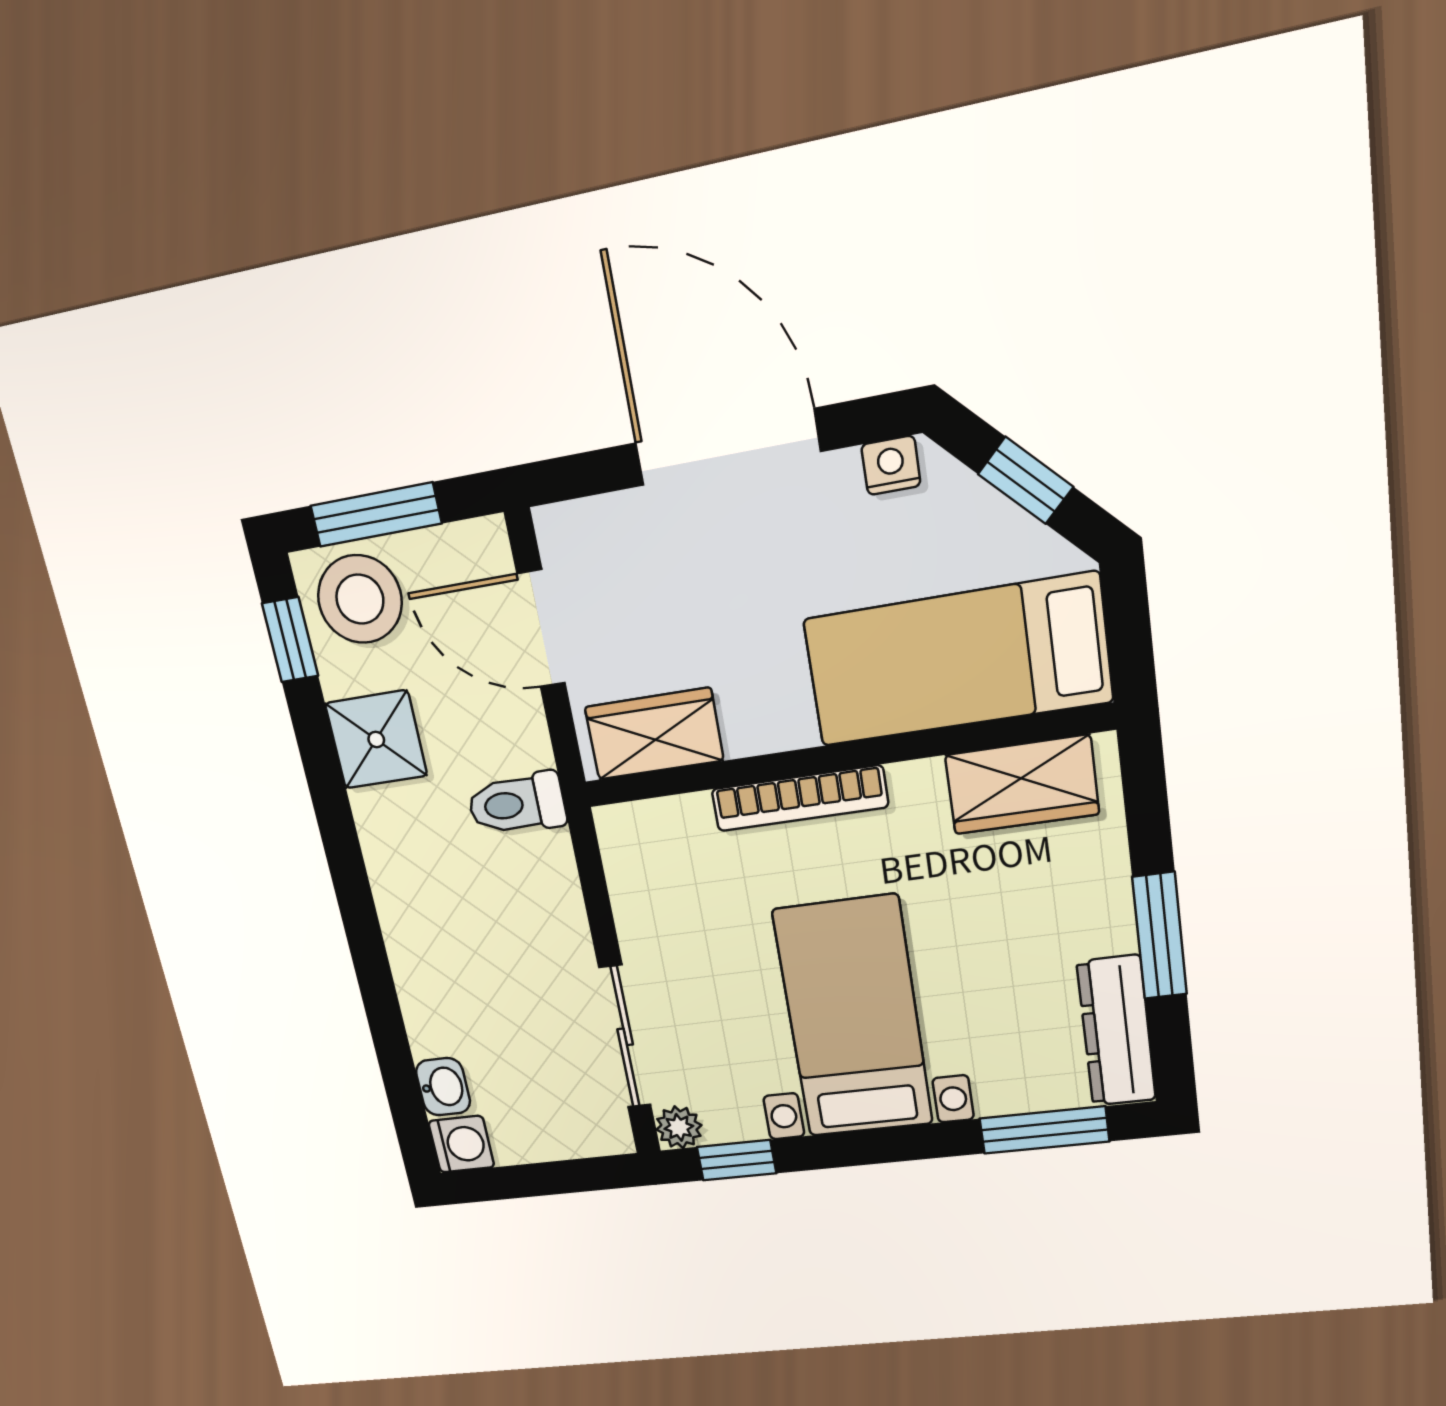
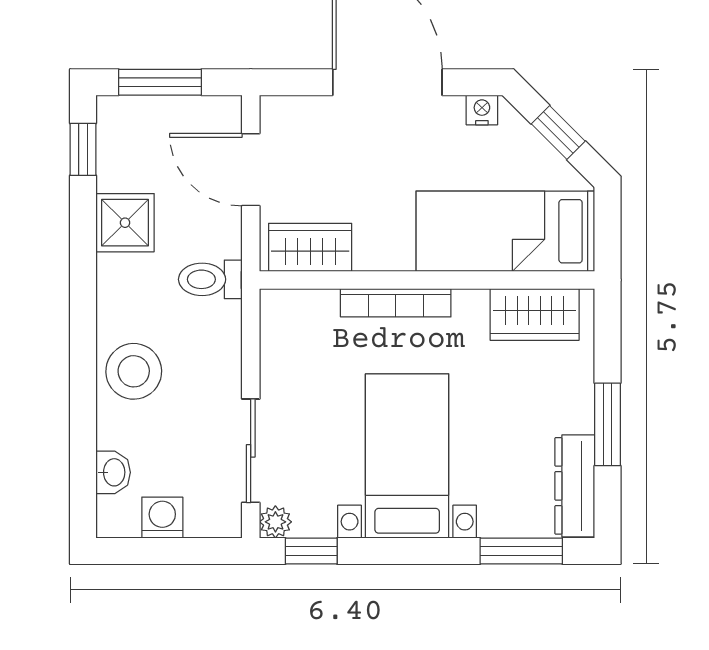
stool: (360, 599) -> (134, 371), moved
washing machine: (461, 1144) -> (162, 518), moved, turned -90

